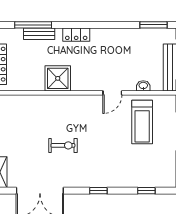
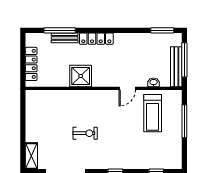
locker: (76, 35) -> (96, 39), width x1.53

